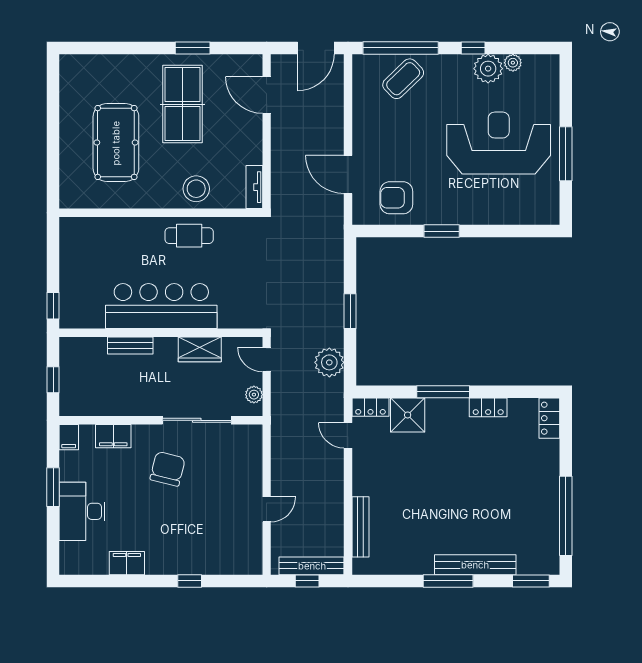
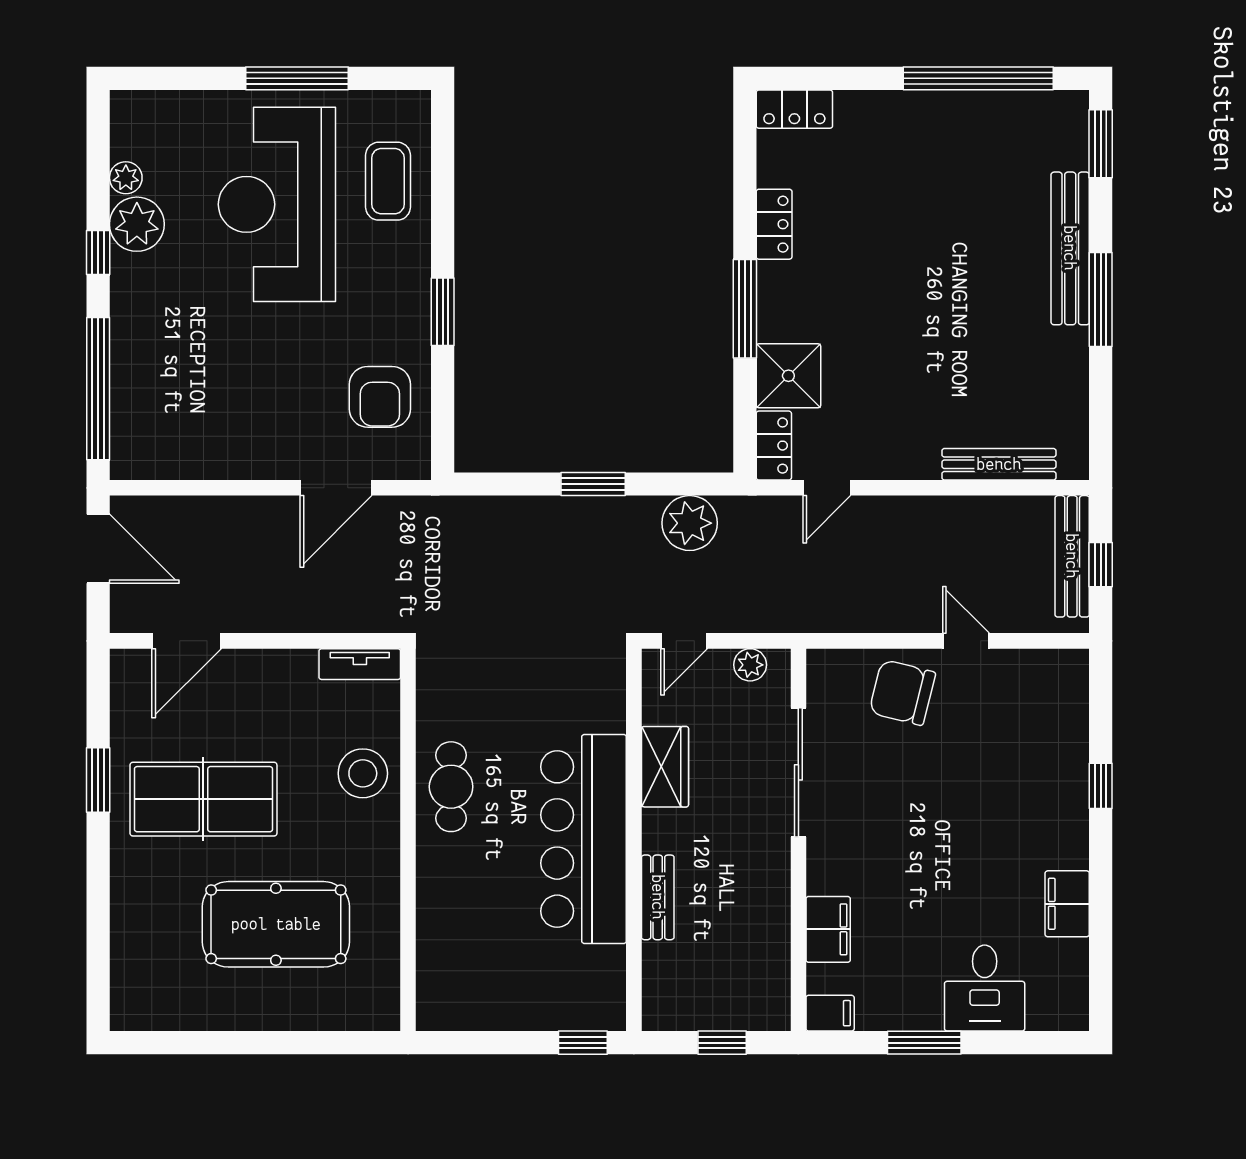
coffee table: (403, 79) -> (388, 181), moved, turned 44
chair: (168, 469) -> (902, 692), moved
desk: (82, 511) -> (985, 988), width x0.73

